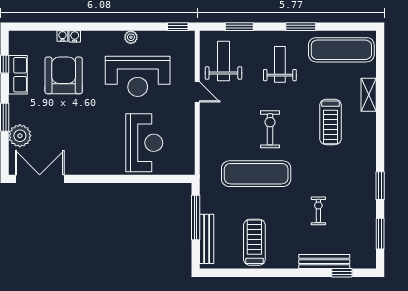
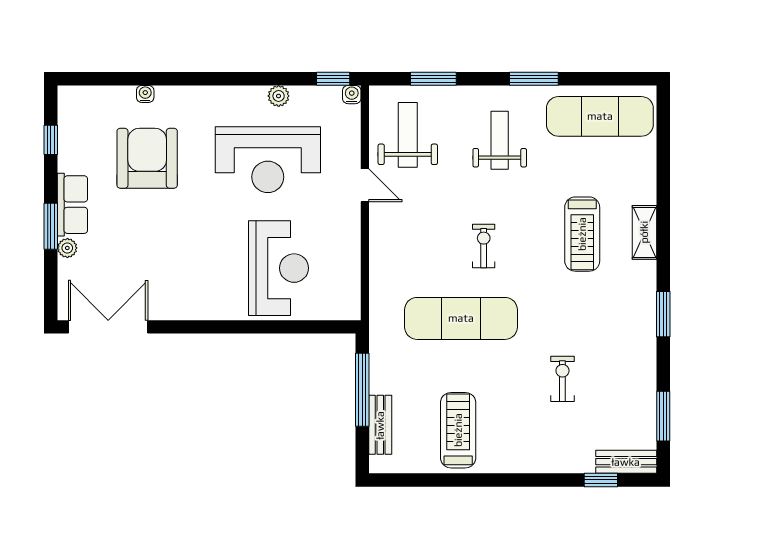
water cooler: (75, 36) -> (352, 95), moved
plant: (131, 37) -> (279, 96), moved
row of seats: (18, 75) -> (72, 205), moved
shelving: (369, 95) -> (644, 232), moved
exercise bike: (270, 129) -> (484, 246), width x0.73, depth x0.72
plant: (20, 136) -> (67, 248), width x0.53, depth x0.53
window: (380, 186) -> (663, 314), moved
bench: (207, 239) -> (380, 425), width x0.73
bench: (324, 262) -> (626, 462), moved, width x0.73

